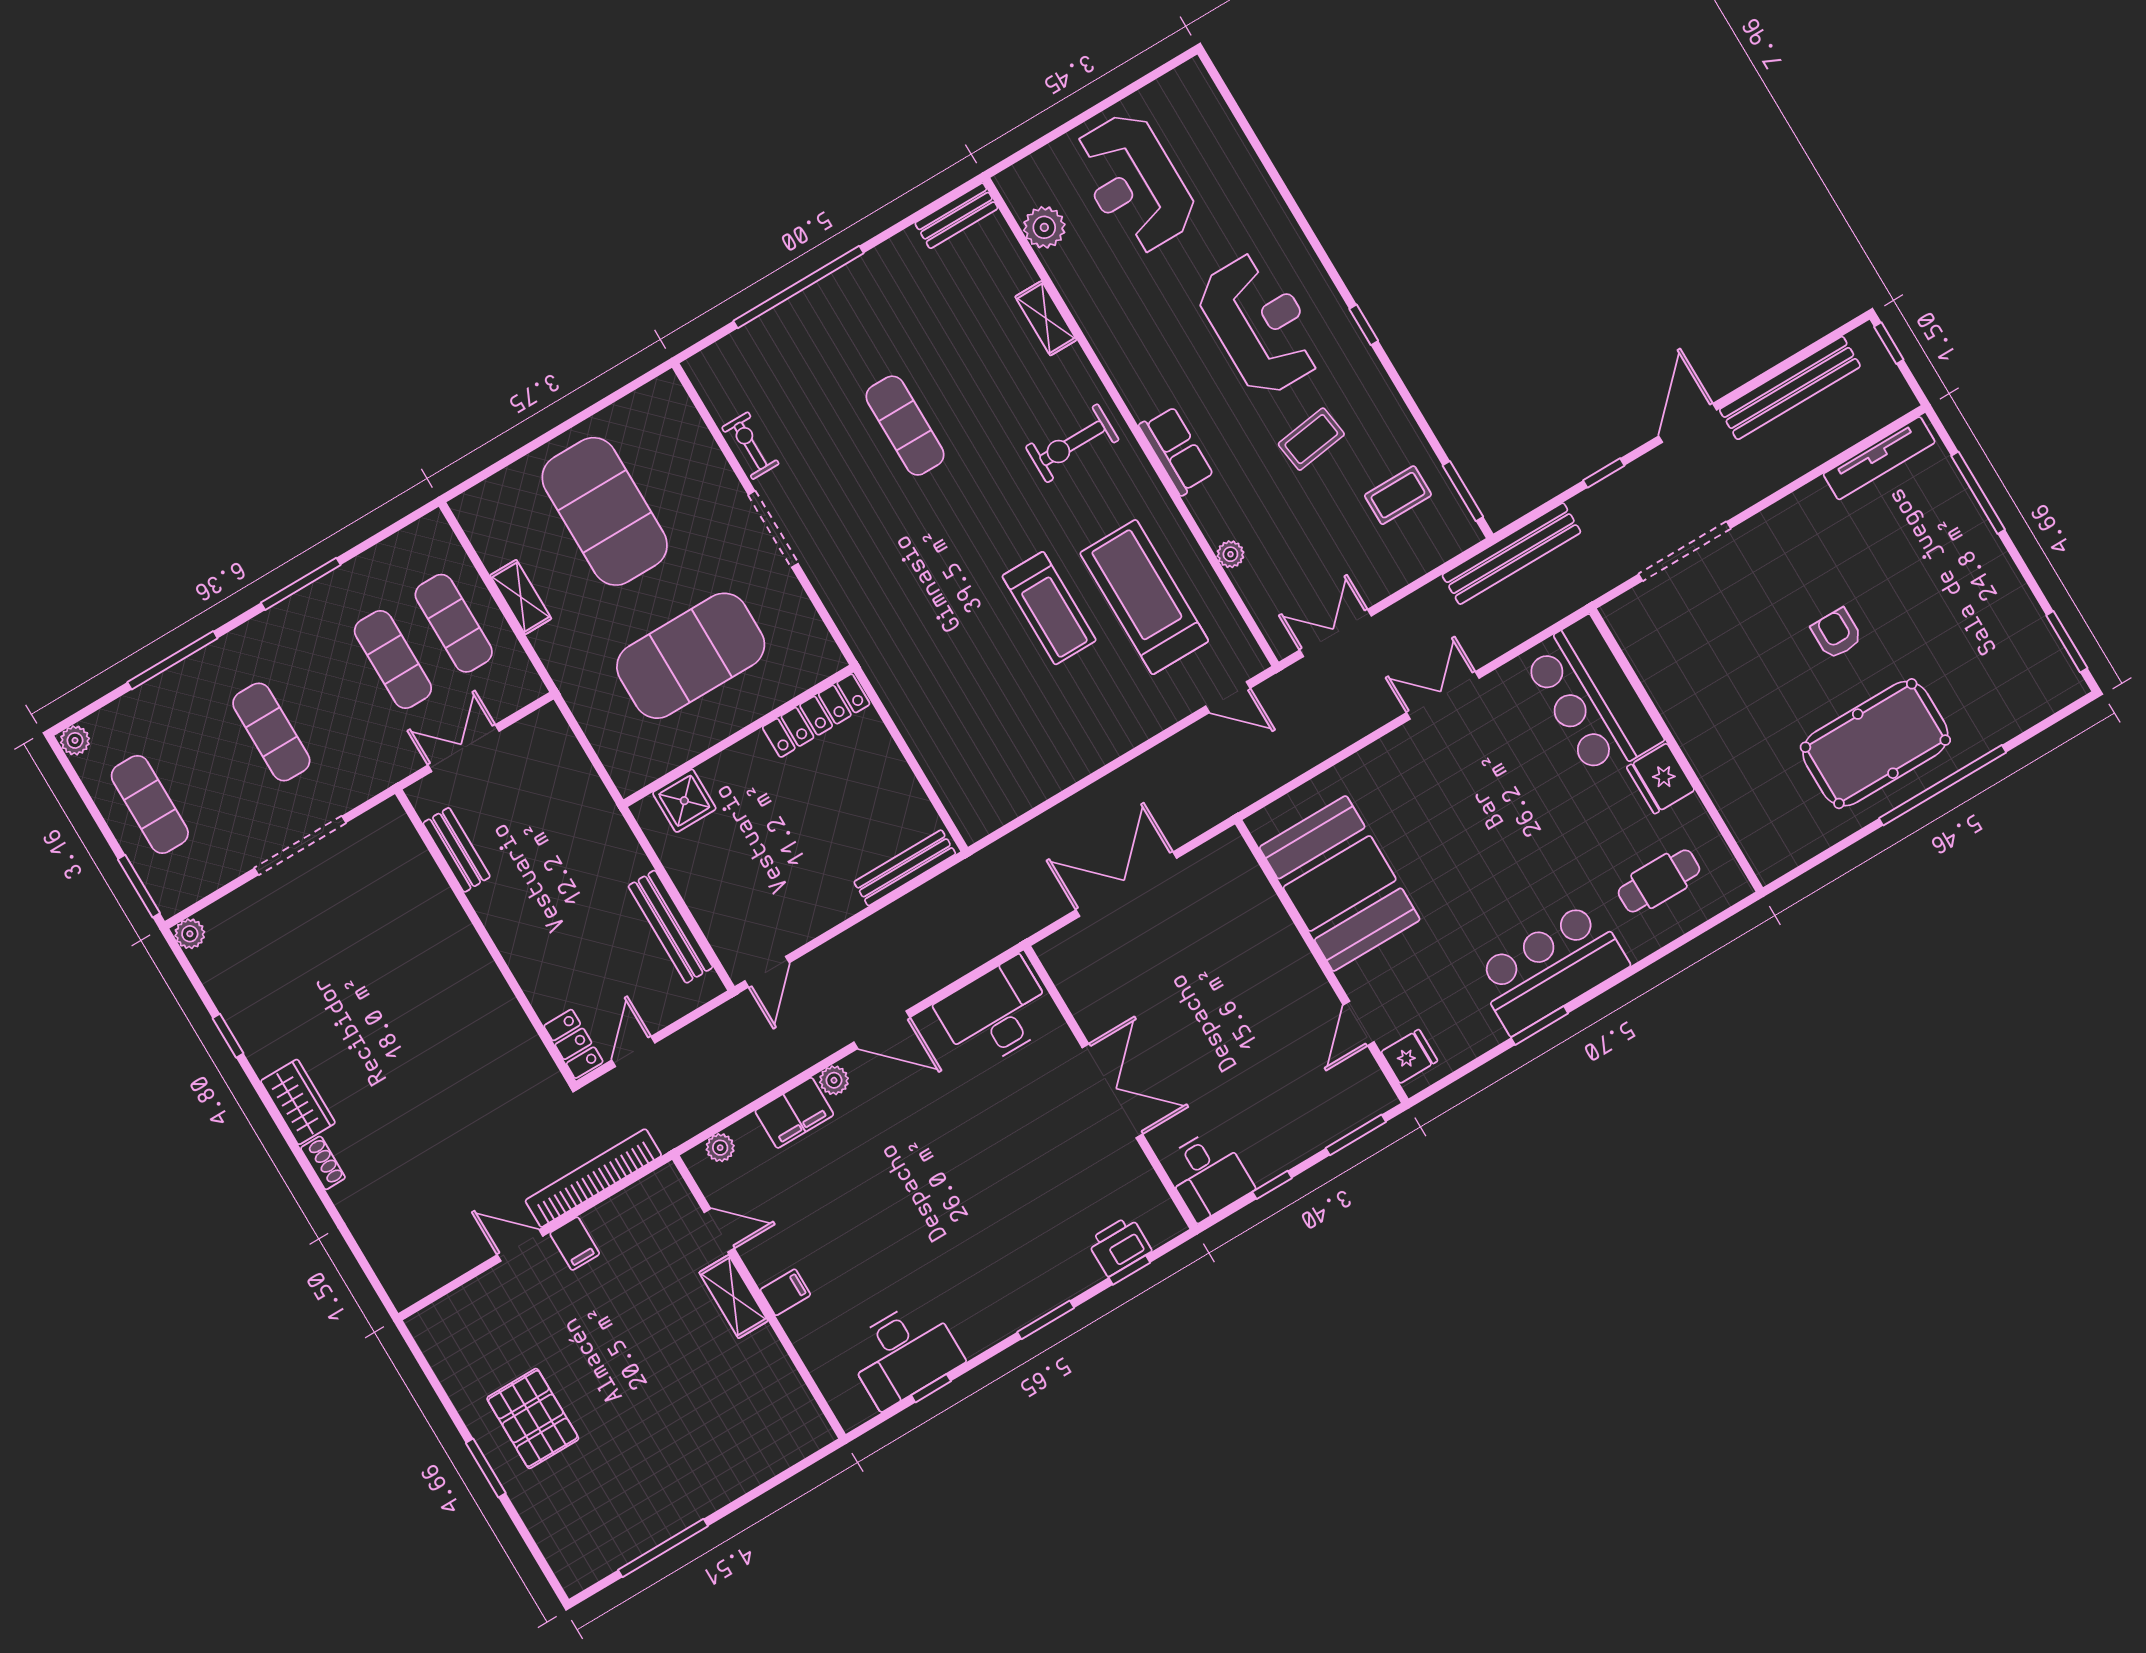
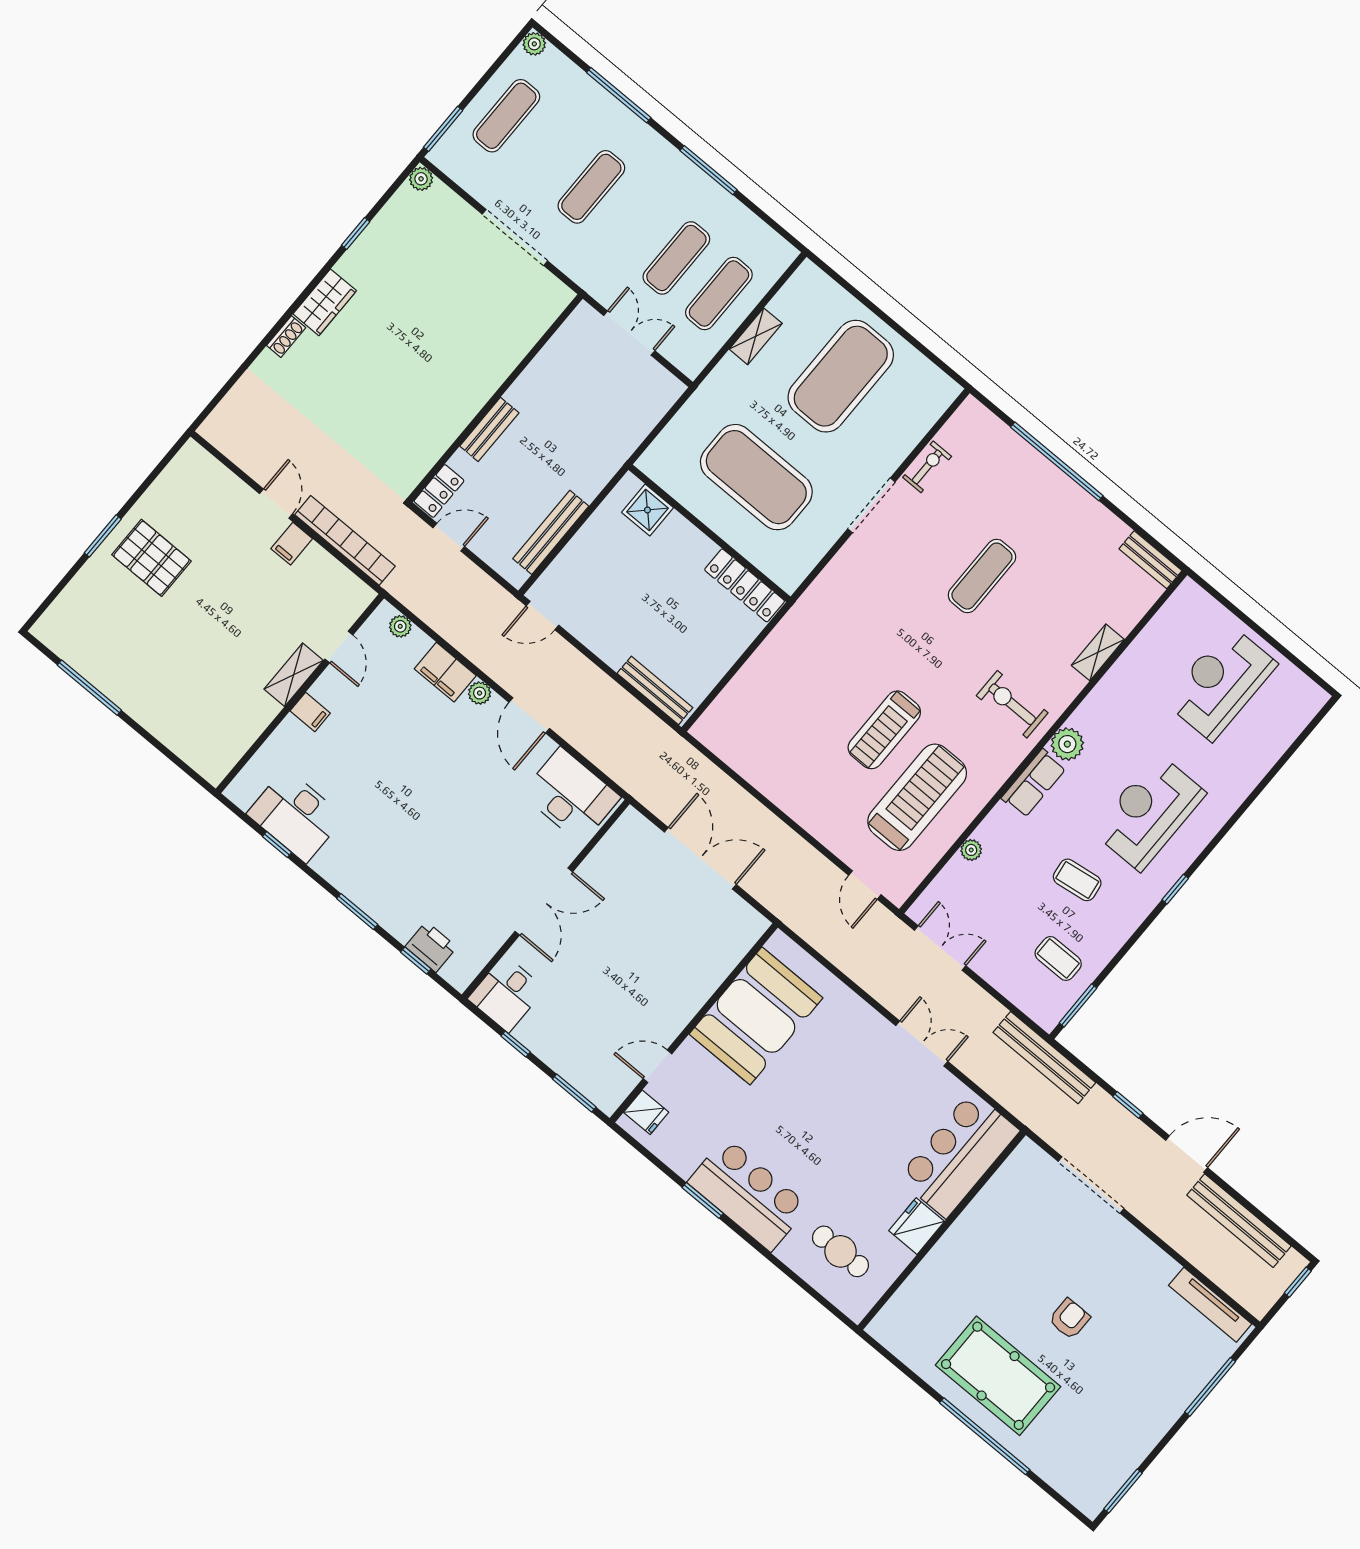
plant: (1044, 227) -> (1067, 744), moved
reception desk: (1260, 324) -> (1149, 812), turned 180
bench: (457, 850) -> (489, 429), moved
pallet: (533, 1418) -> (151, 558), turned 90

